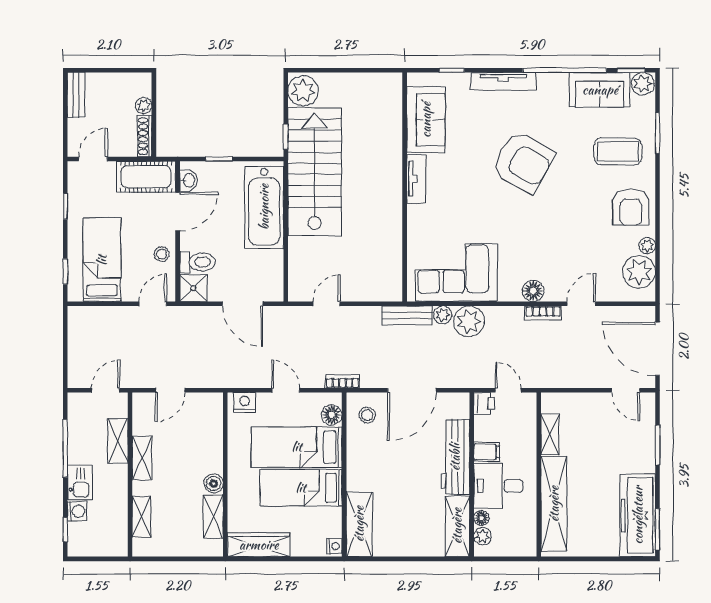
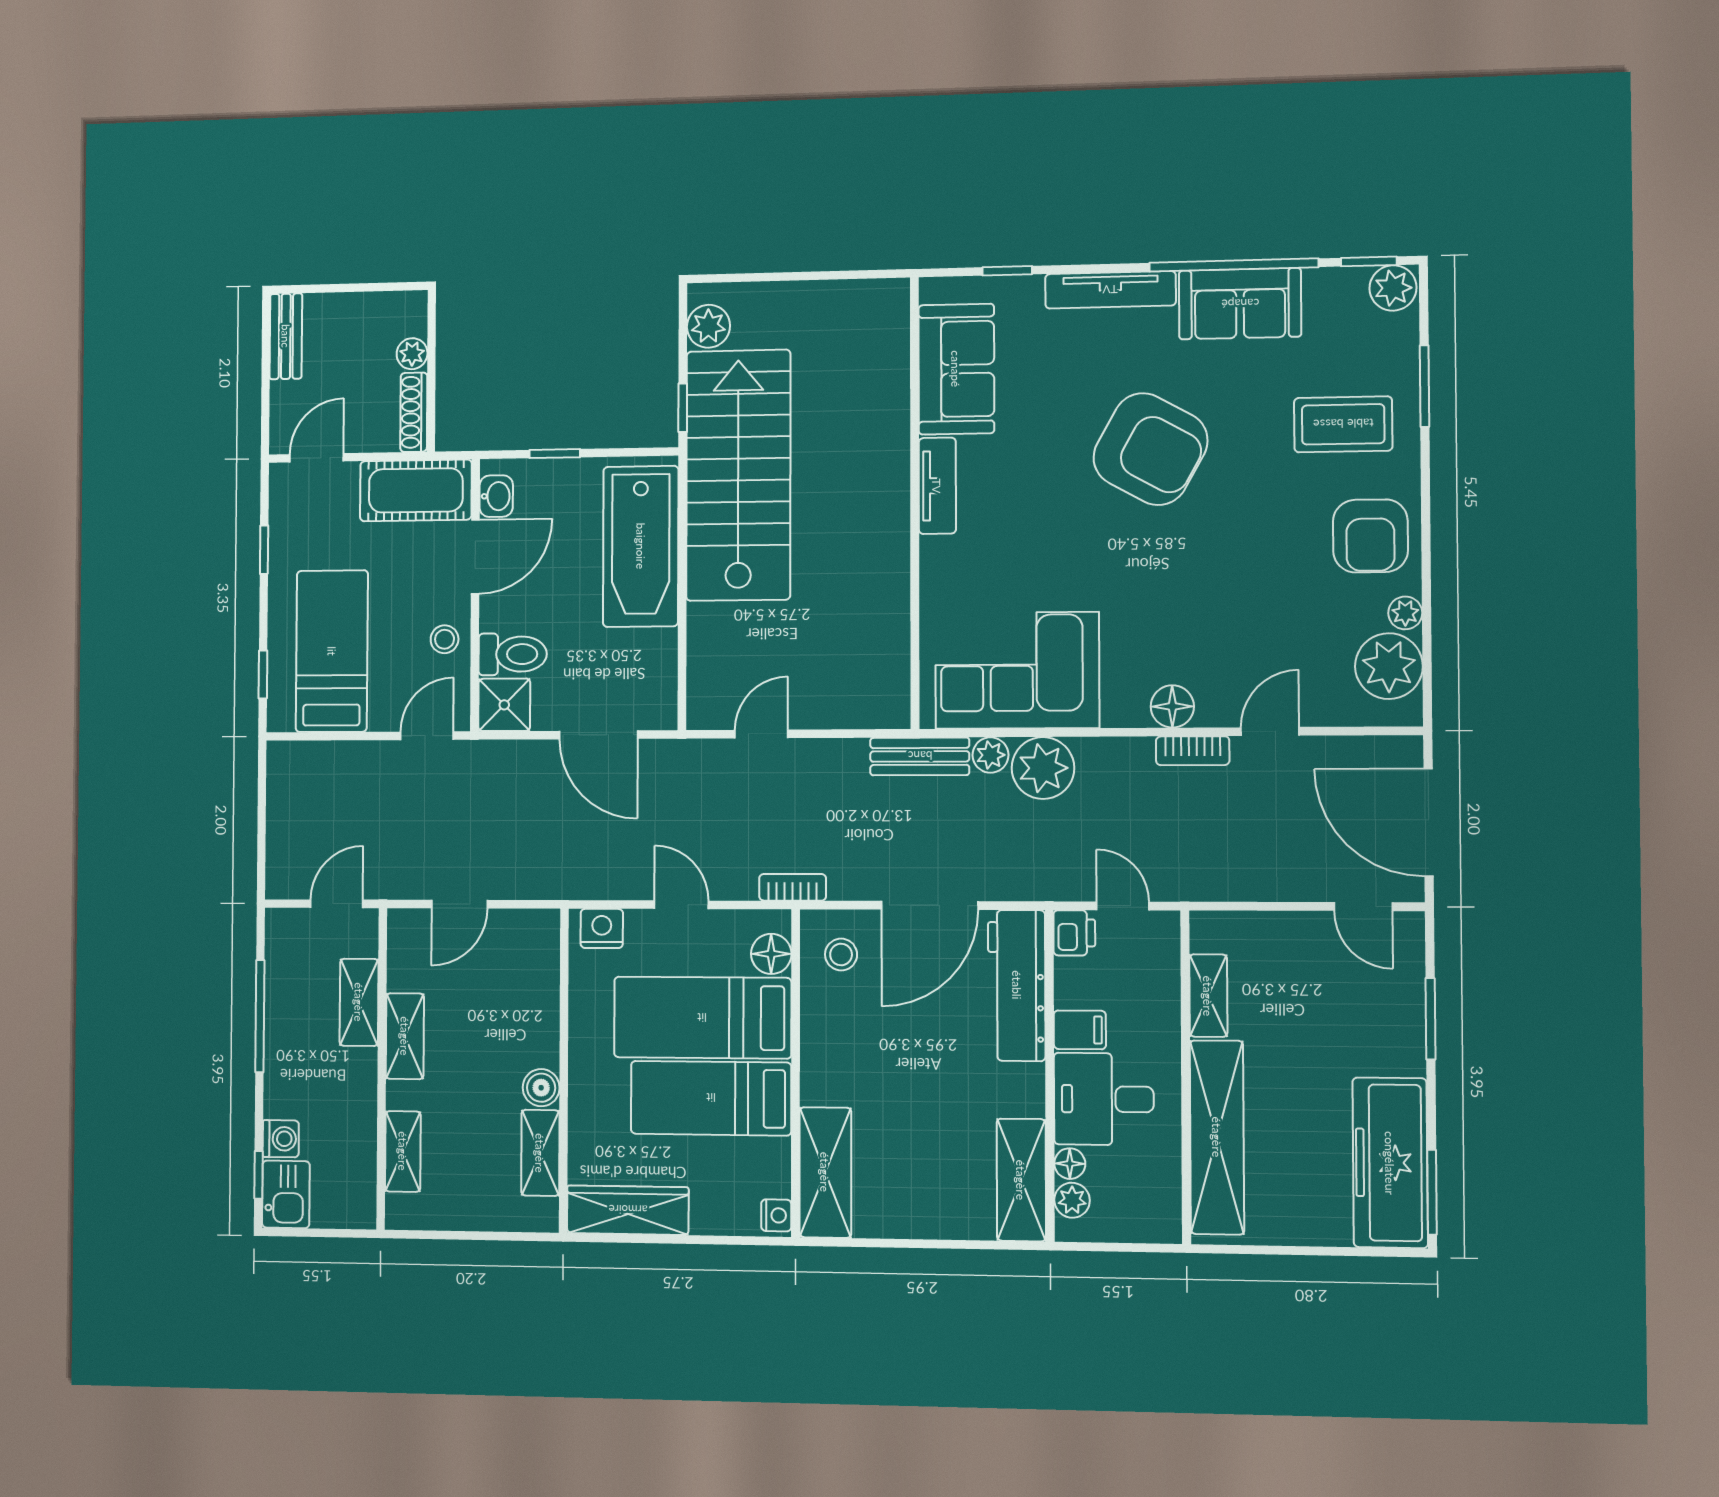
sofa: (600, 90) -> (1240, 304), moved
plant: (303, 91) -> (708, 326), width x0.73, depth x0.73
workbench: (455, 457) -> (1017, 985), moved
kitchen sink: (80, 483) -> (286, 1194), moved

